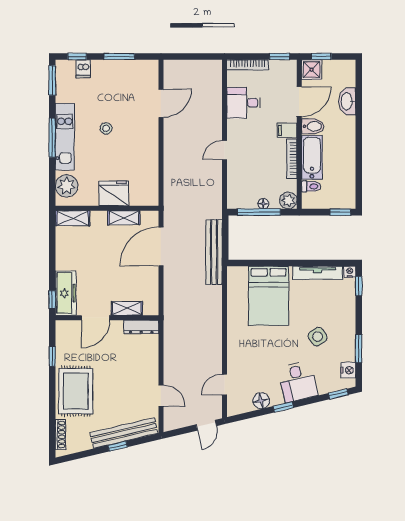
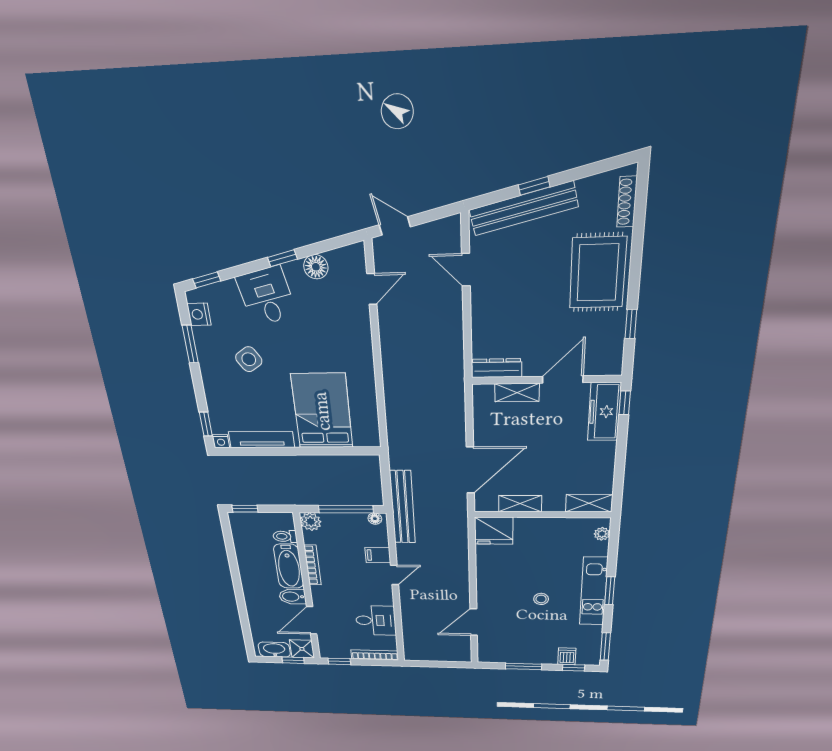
washbasin: (347, 101) -> (274, 650), moved, turned -90
filing cabinet: (287, 130) -> (378, 555), moved, turned 180
window: (52, 138) -> (610, 591), width x0.69
plant: (67, 186) -> (602, 534), width x0.53, depth x0.53
fridge: (114, 193) -> (494, 531), moved
floor lamp: (263, 204) -> (375, 519), moved
bench: (214, 252) -> (402, 507), moved
door: (206, 425) -> (395, 226), hinge flipped

